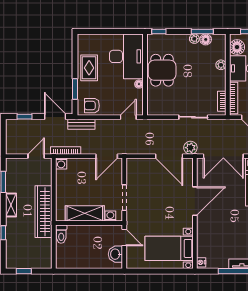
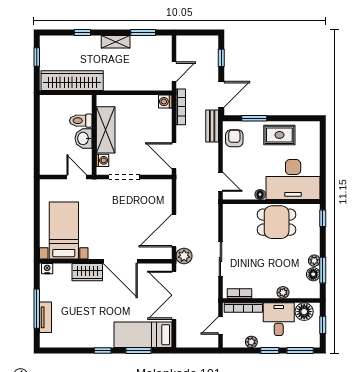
door: (36, 156) -> (174, 72), hinge flipped
wardrobe: (44, 212) -> (72, 81), moved
wardrobe: (204, 229) -> (87, 272), added
toilet: (61, 234) -> (81, 121), moved
door: (124, 237) -> (77, 177), swing flipped
washbasin: (115, 254) -> (84, 138), moved, turned -90

